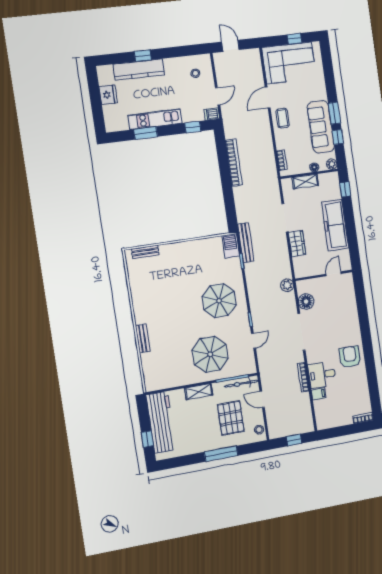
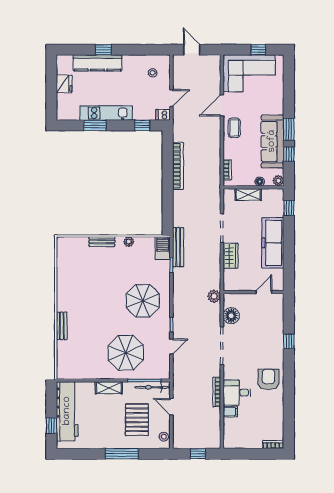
plant: (197, 244) -> (129, 242), added
bench: (145, 252) -> (102, 241), moved
window: (363, 317) -> (289, 341), added

